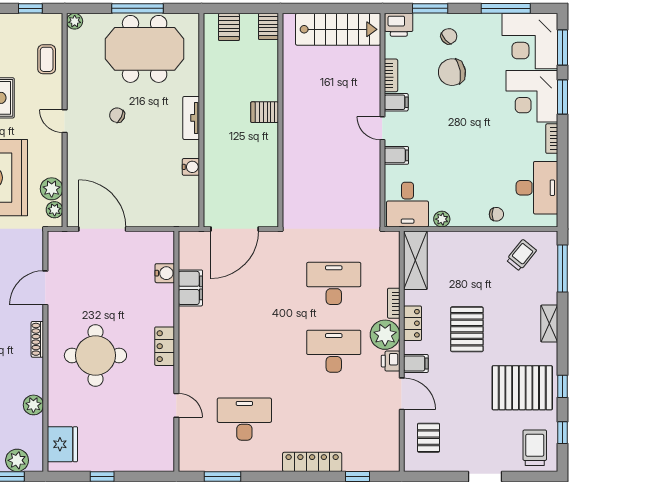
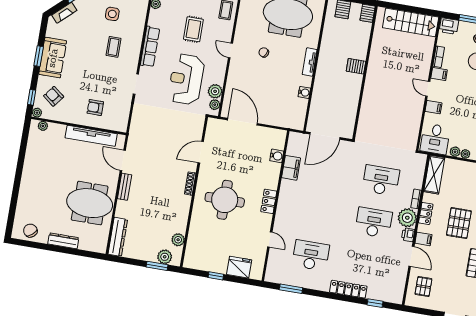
plant: (459, 220) -> (465, 154), added
plant: (33, 405) -> (178, 240), moved
fridge: (62, 444) -> (239, 267), moved, turned -90

